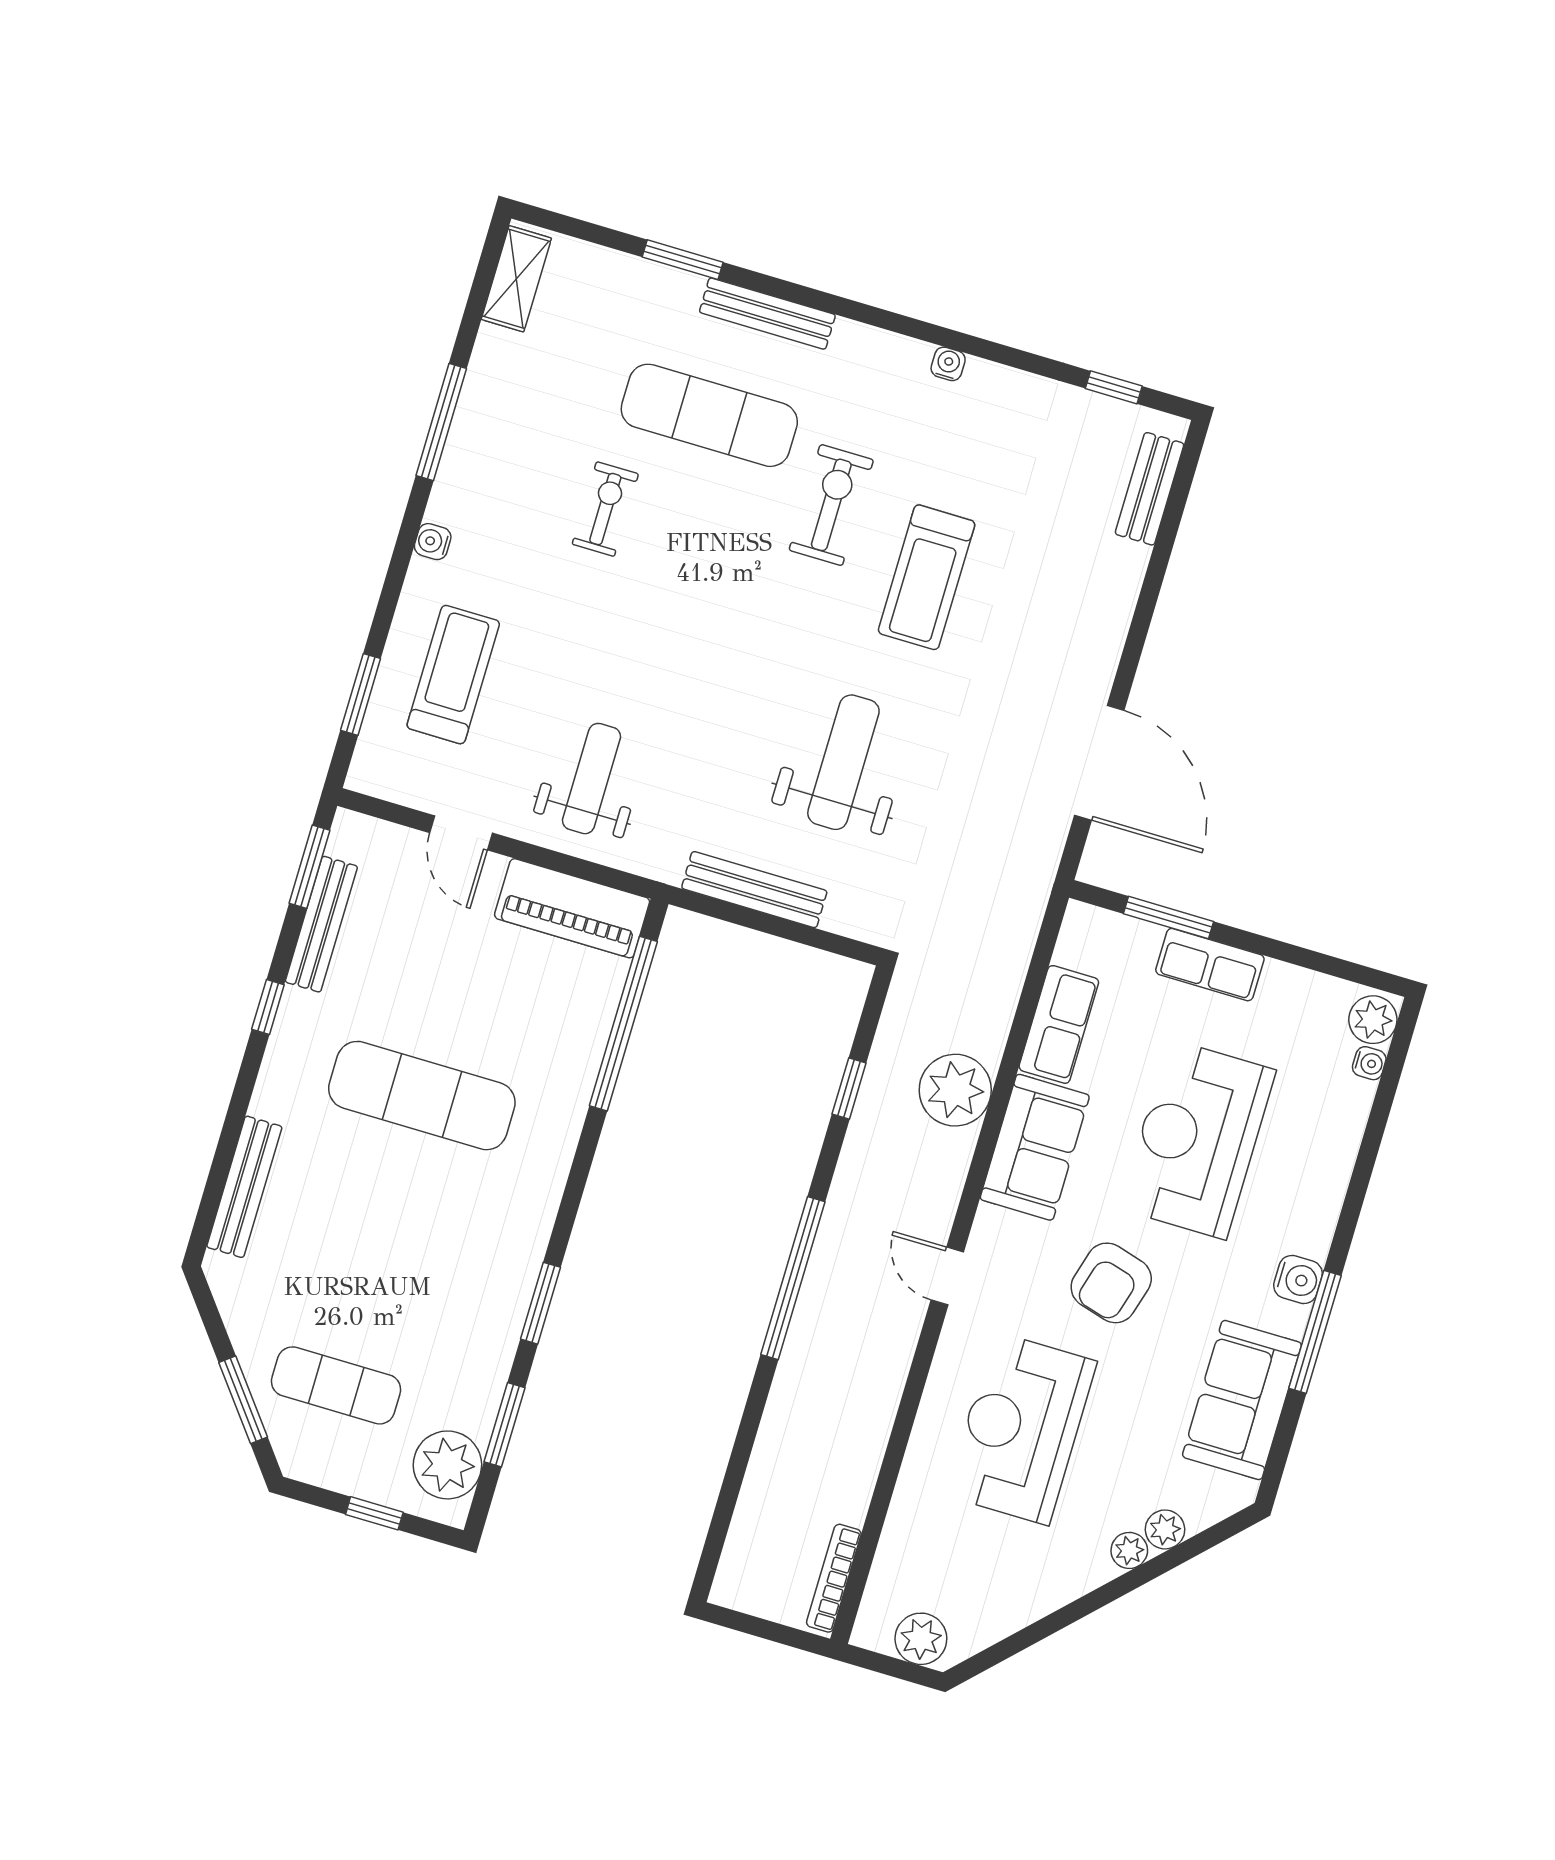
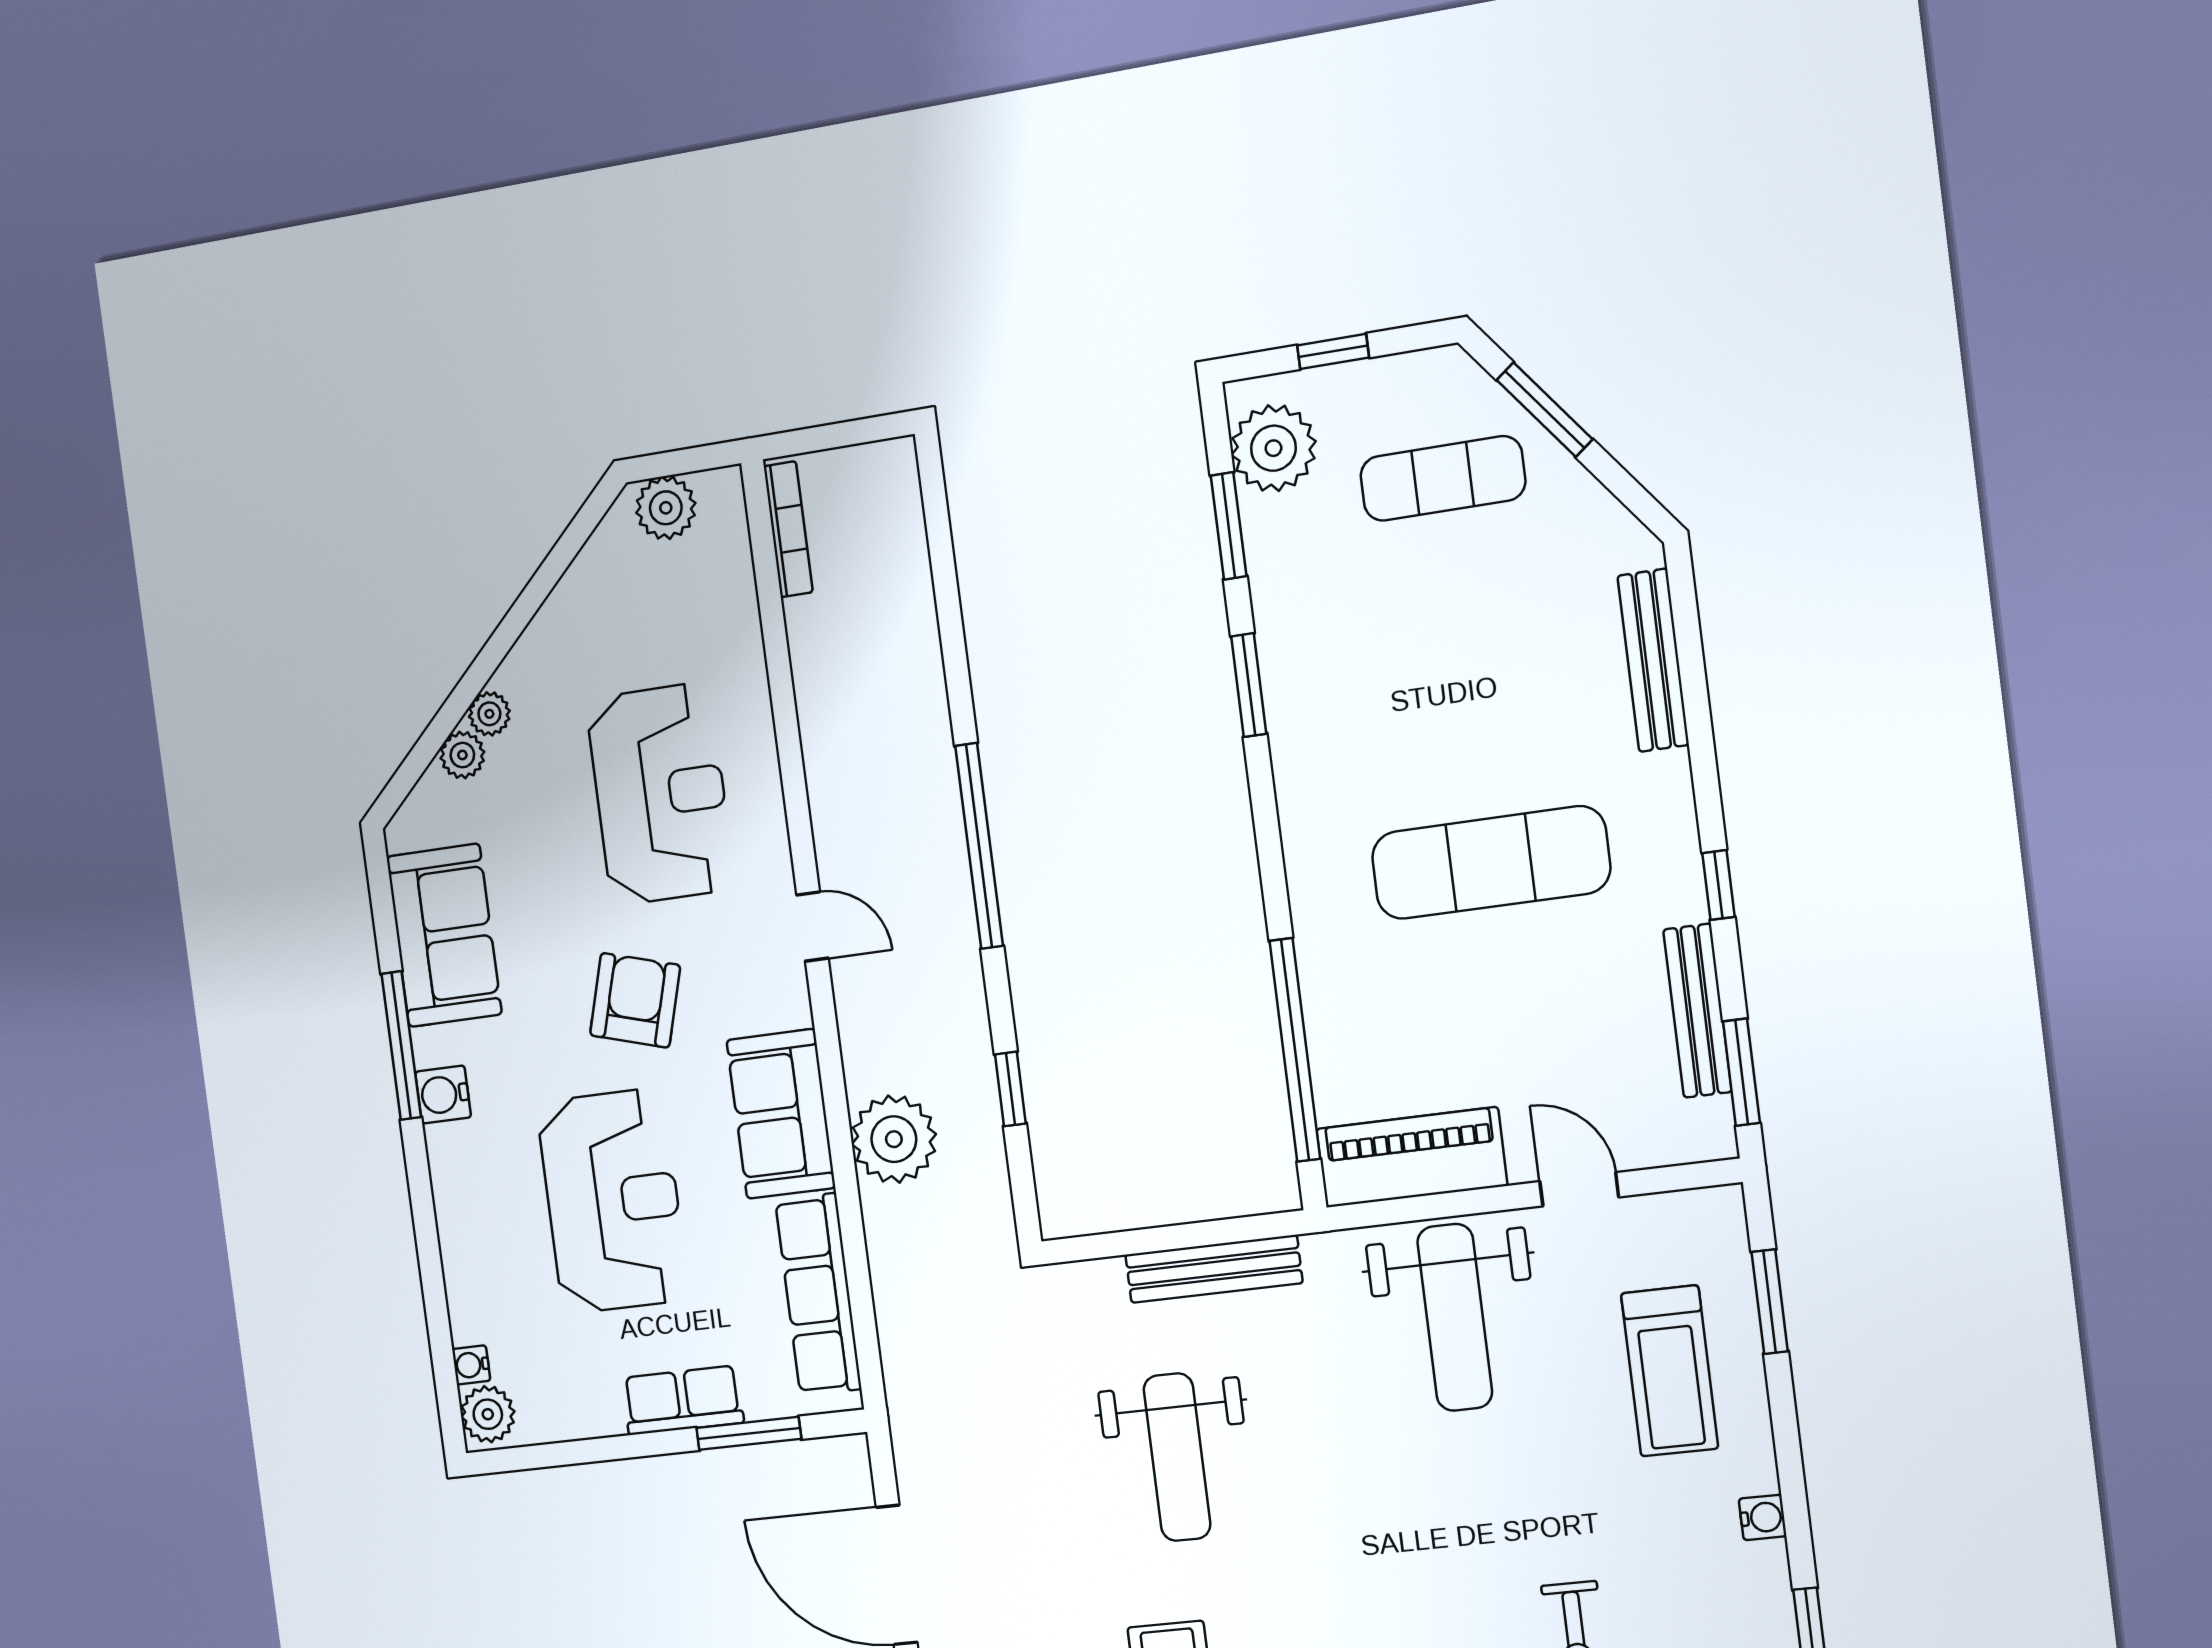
weight bench: (592, 779) -> (1455, 1317), width x1.36, depth x1.33
row of seats: (1059, 1024) -> (818, 1294), width x1.48

